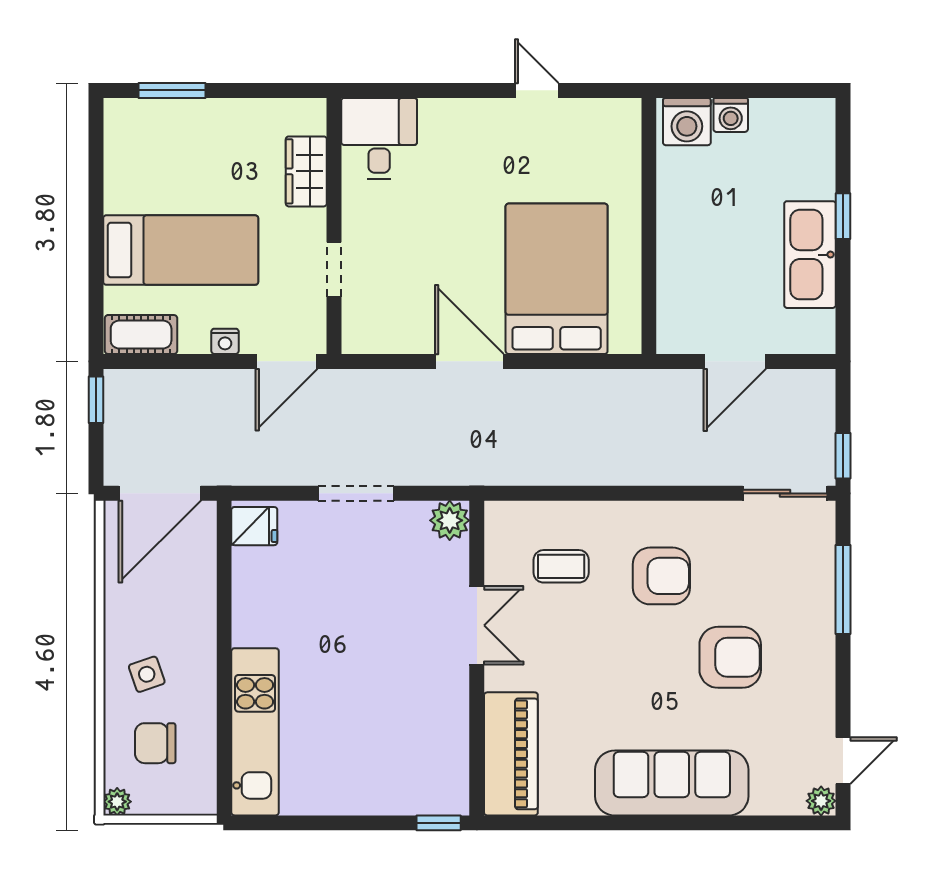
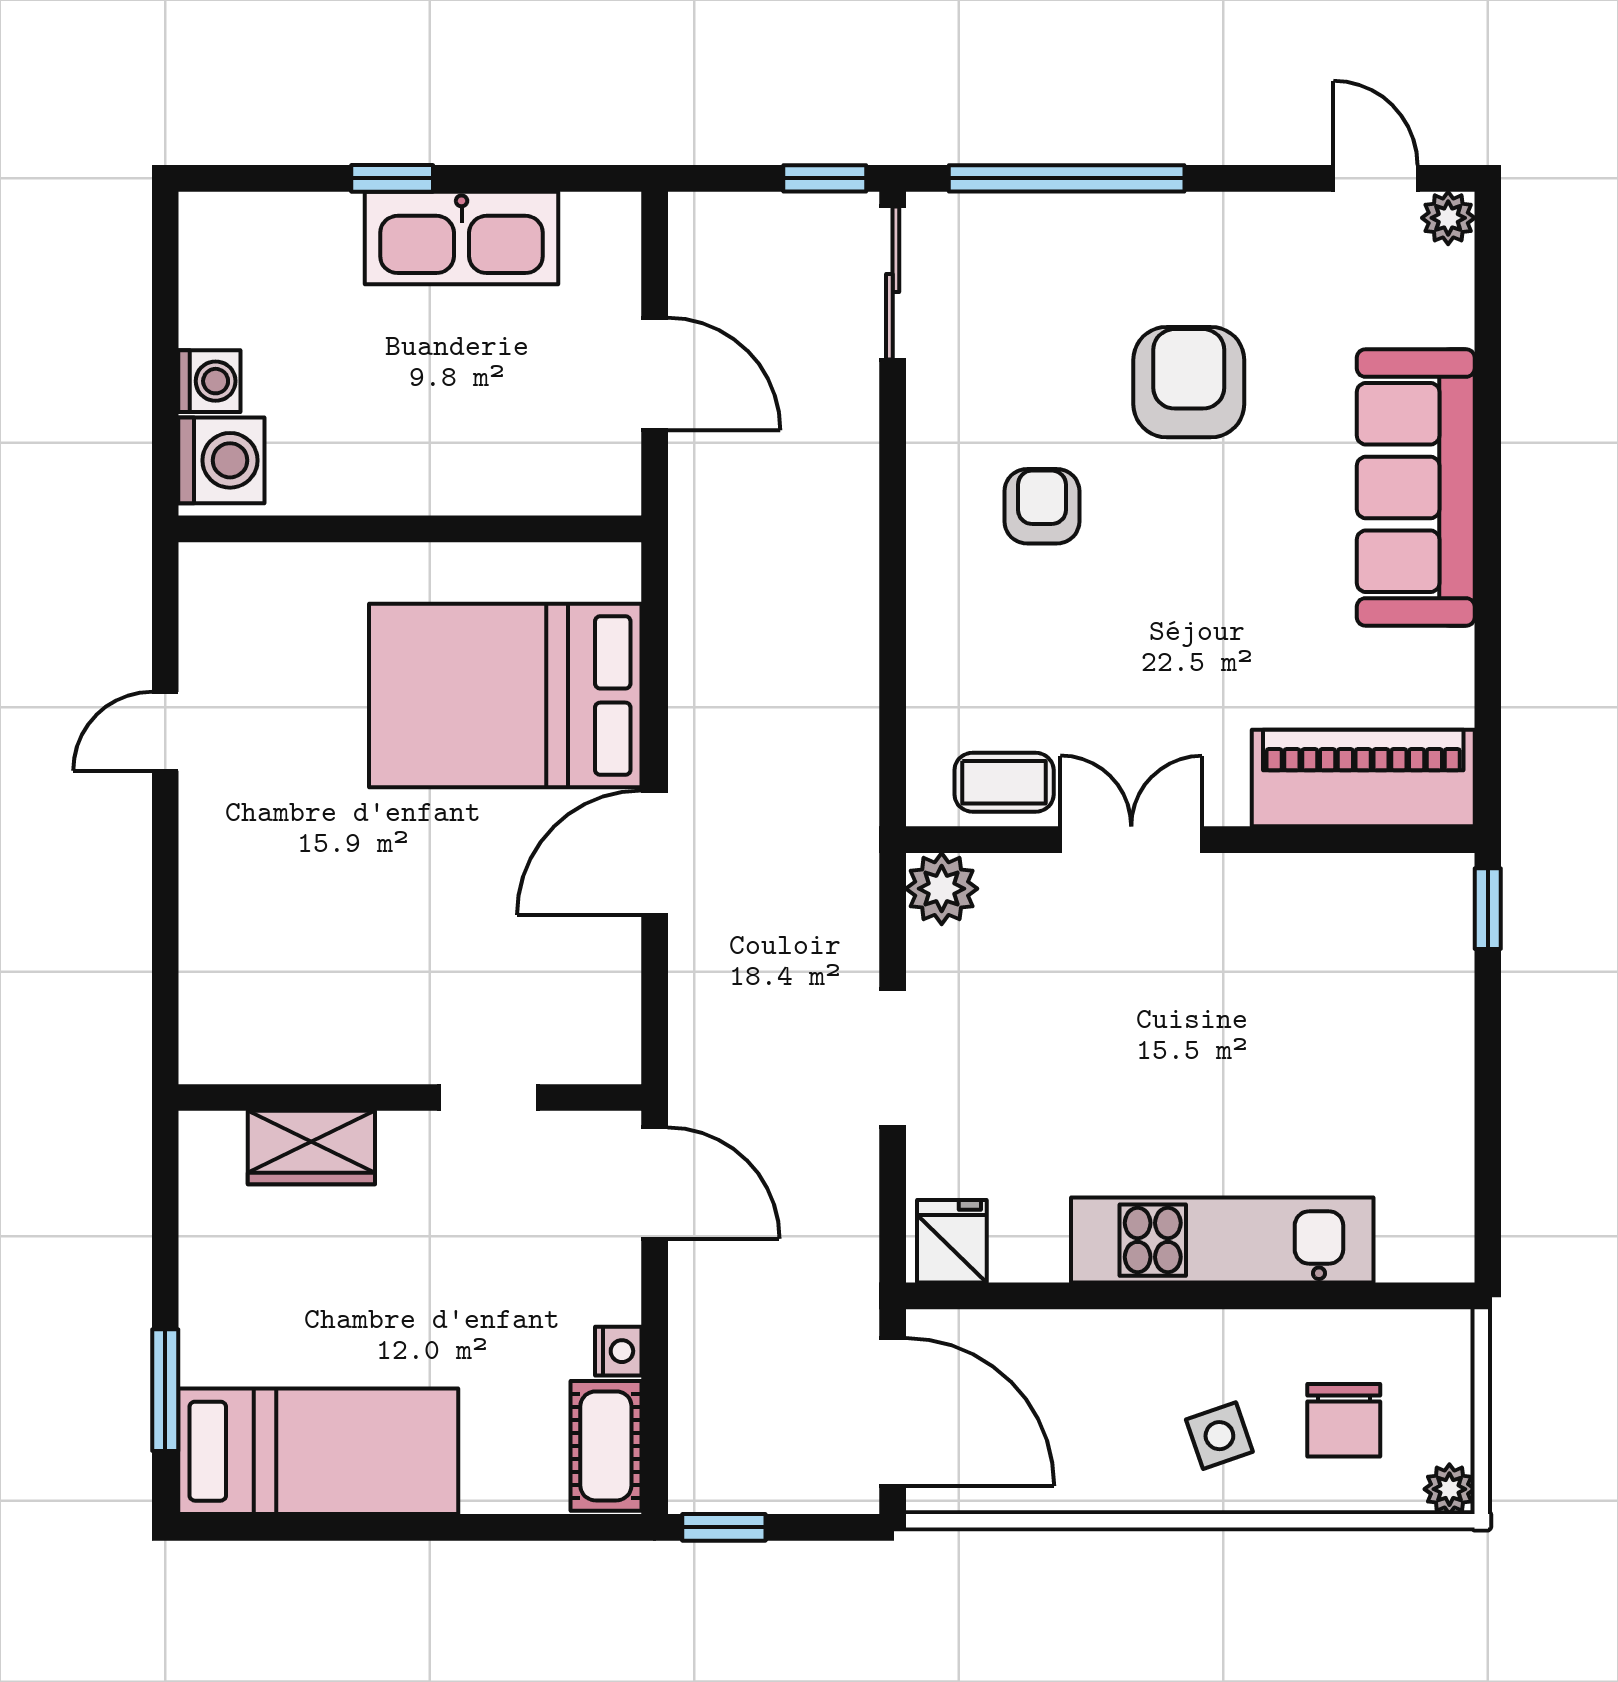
desk: (379, 139) -> (252, 1016), removed
bed: (181, 250) -> (318, 1451), moved, turned 90
nightstand: (225, 341) -> (618, 1351), moved
coffee table: (561, 566) -> (1004, 782), moved, turned 90
armchair: (661, 576) -> (1042, 506), width x0.72, depth x0.72
window: (843, 590) -> (1067, 178), width x1.46
kitchen unit: (255, 732) -> (1222, 1240), moved

